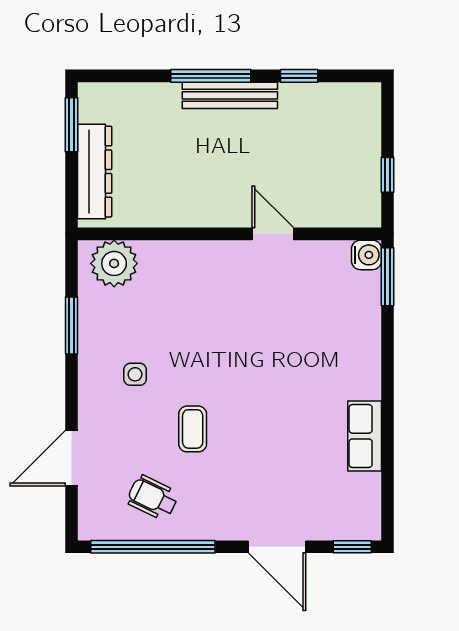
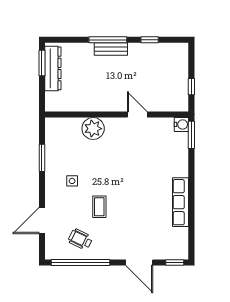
bench: (230, 95) -> (111, 49), width x0.73
dresser: (95, 172) -> (53, 68), moved
plant: (114, 263) -> (93, 129), moved
row of seats: (365, 436) -> (181, 202), width x1.48

